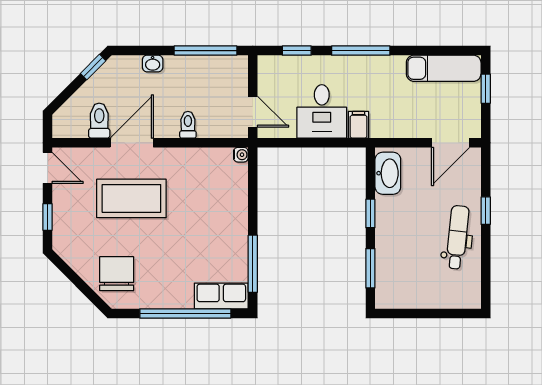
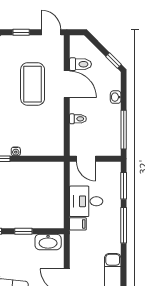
window: (297, 51) -> (124, 186), width x1.50
door: (253, 112) -> (86, 159), hinge flipped
water cooler: (241, 155) -> (16, 151), moved
door: (48, 168) -> (51, 32), swing flipped

